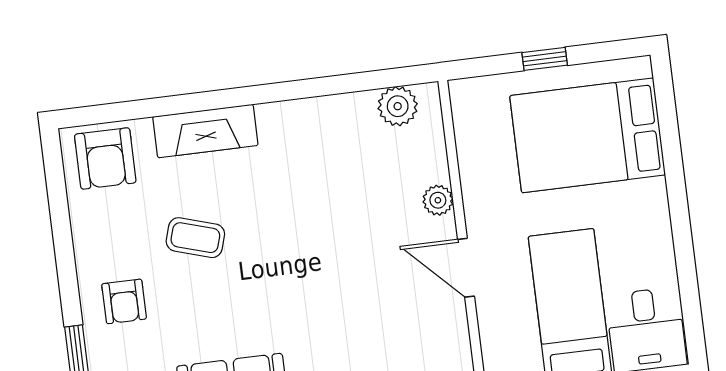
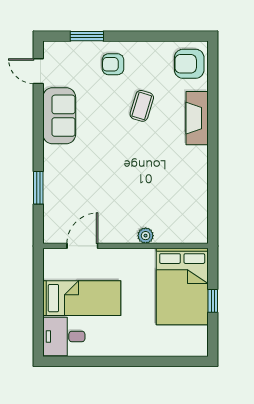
plant: (398, 106) -> (198, 221), removed
bed: (588, 135) -> (182, 287), moved, turned 180
door: (466, 268) -> (82, 246), moved

